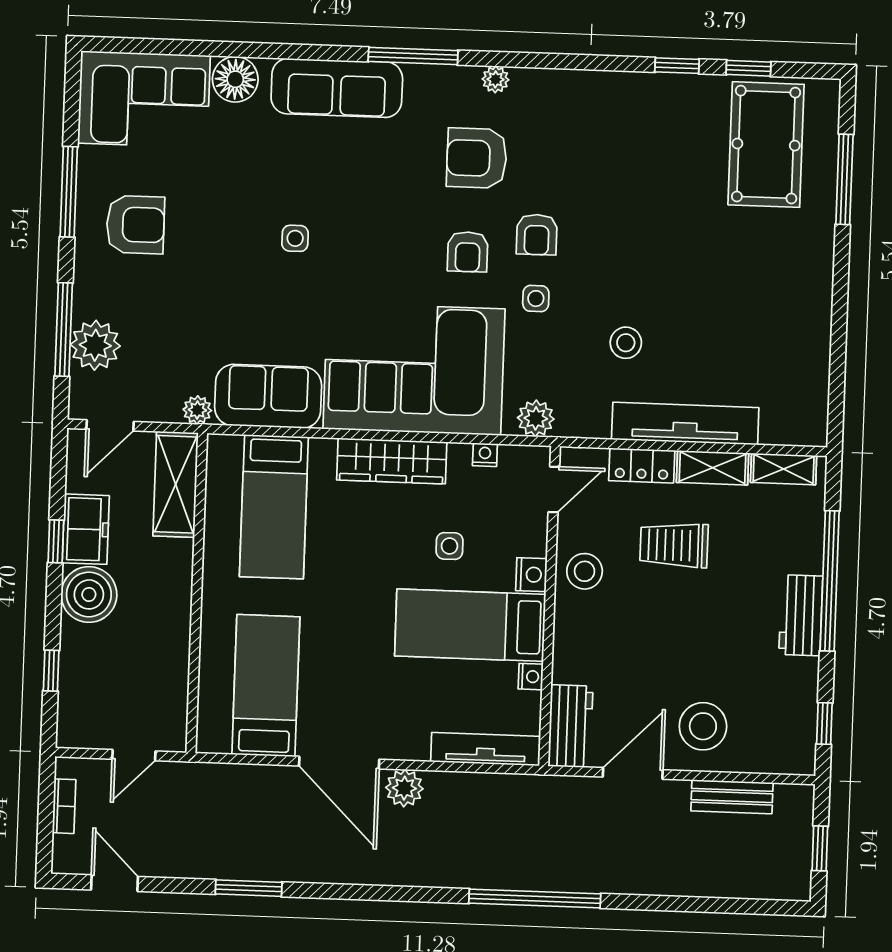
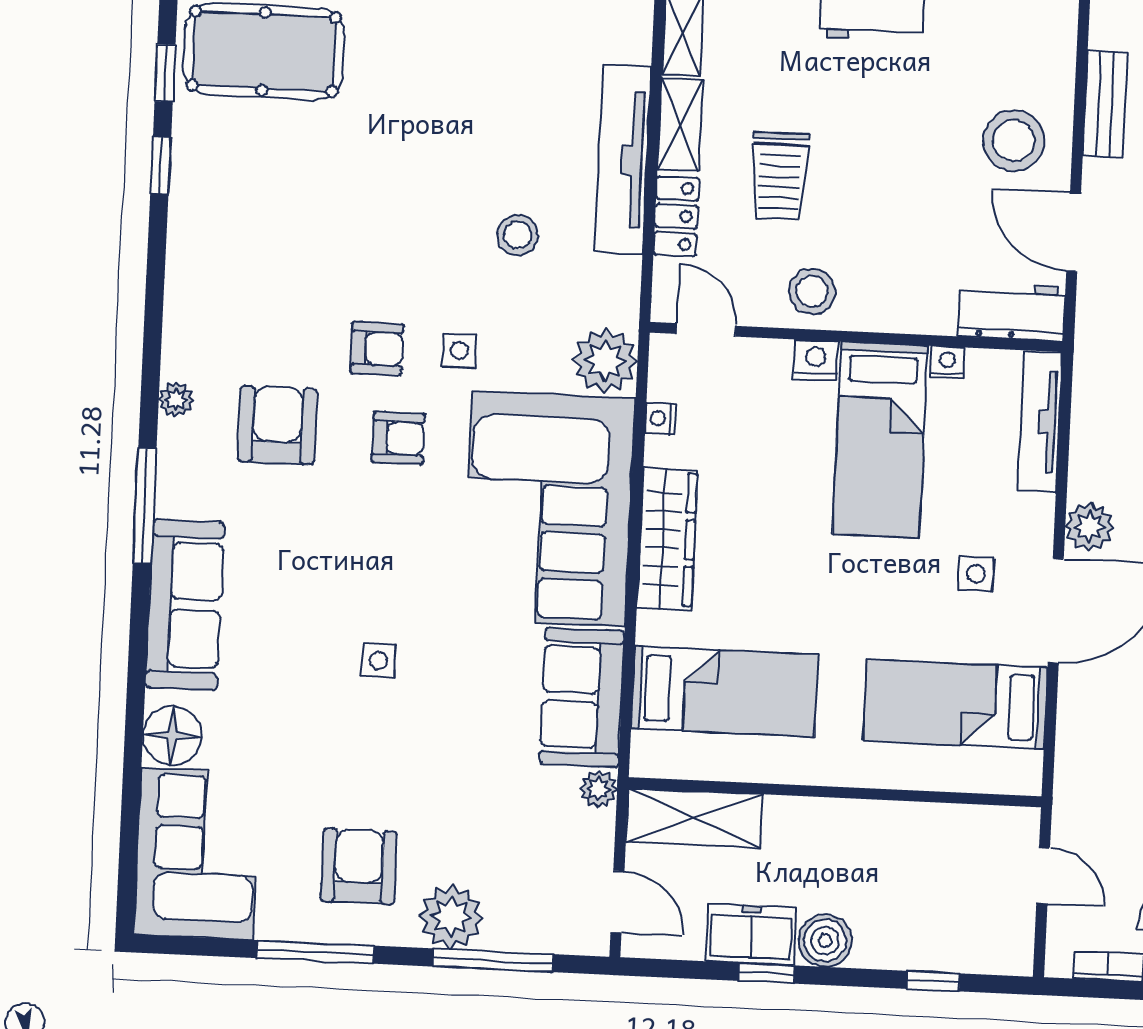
armchair: (477, 158) -> (277, 425), turned 180
plant: (95, 345) -> (451, 917), moved
plant: (536, 418) -> (605, 361), width x1.36, depth x1.36
side table: (450, 546) -> (976, 574), moved
boiler: (89, 594) -> (825, 941), width x0.73, depth x0.73

